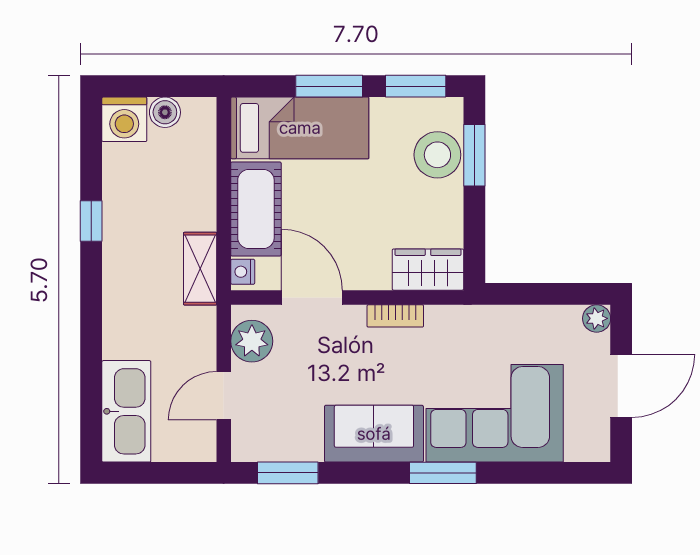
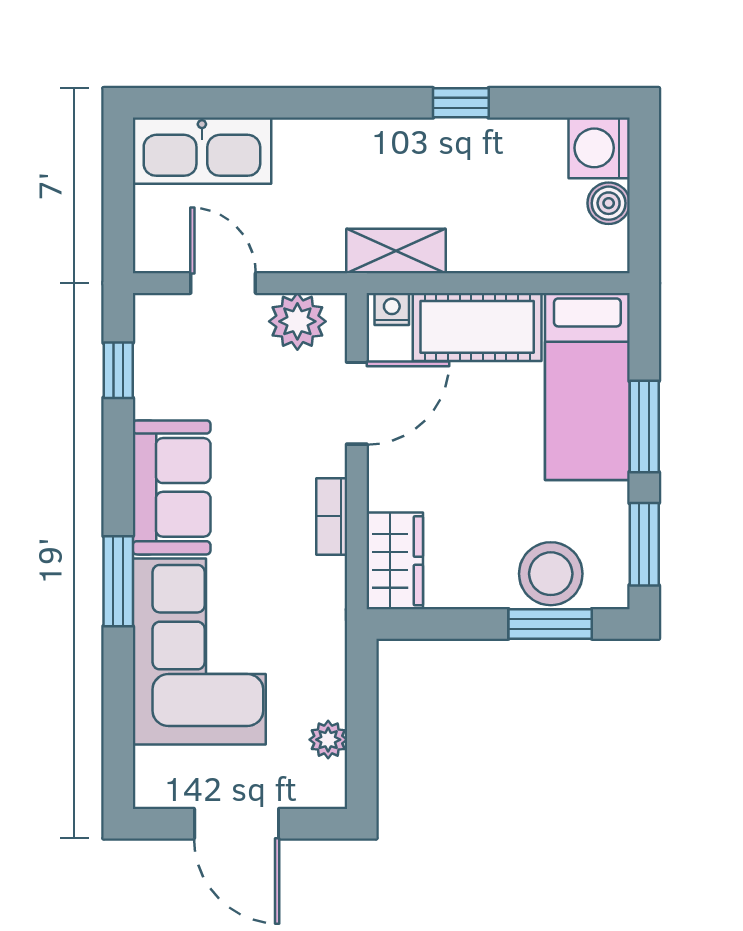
plant: (597, 318) -> (328, 740), moved
window: (288, 473) -> (118, 370), width x0.67

